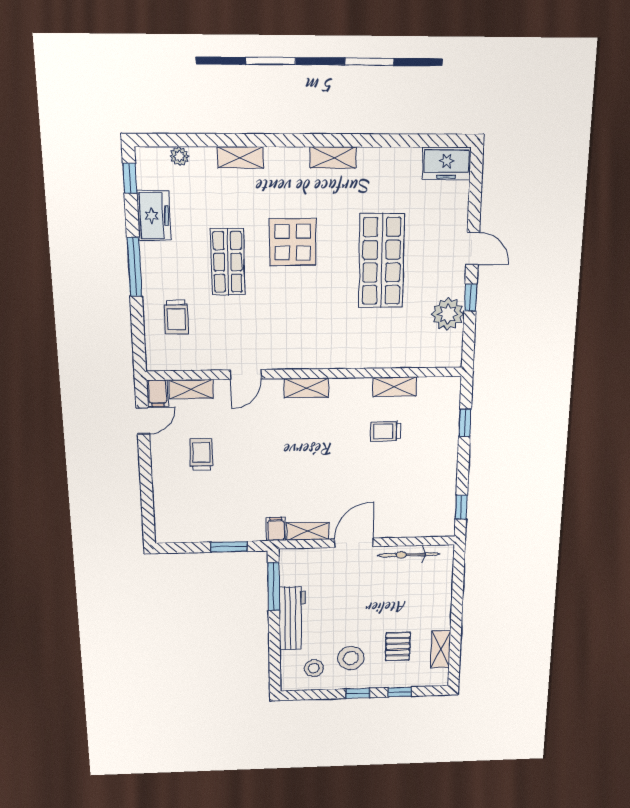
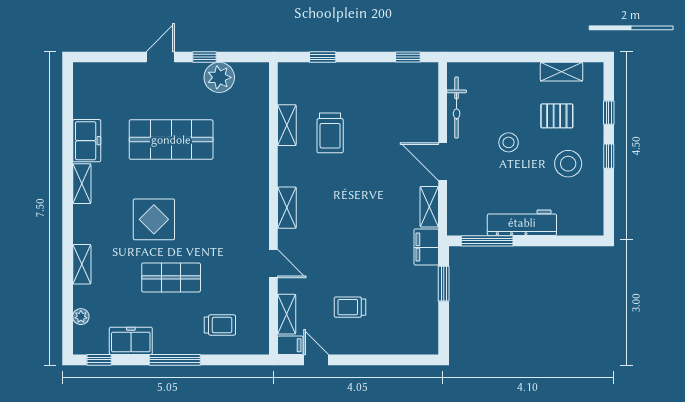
freezer: (447, 163) -> (87, 141), moved
trolley: (385, 431) -> (330, 133), width x1.36, depth x1.39
filing cabinet: (276, 529) -> (426, 247), width x2.00
stool: (314, 668) -> (509, 142), moved

